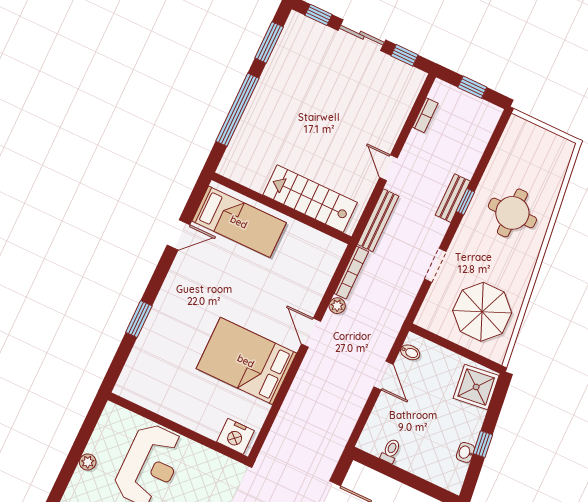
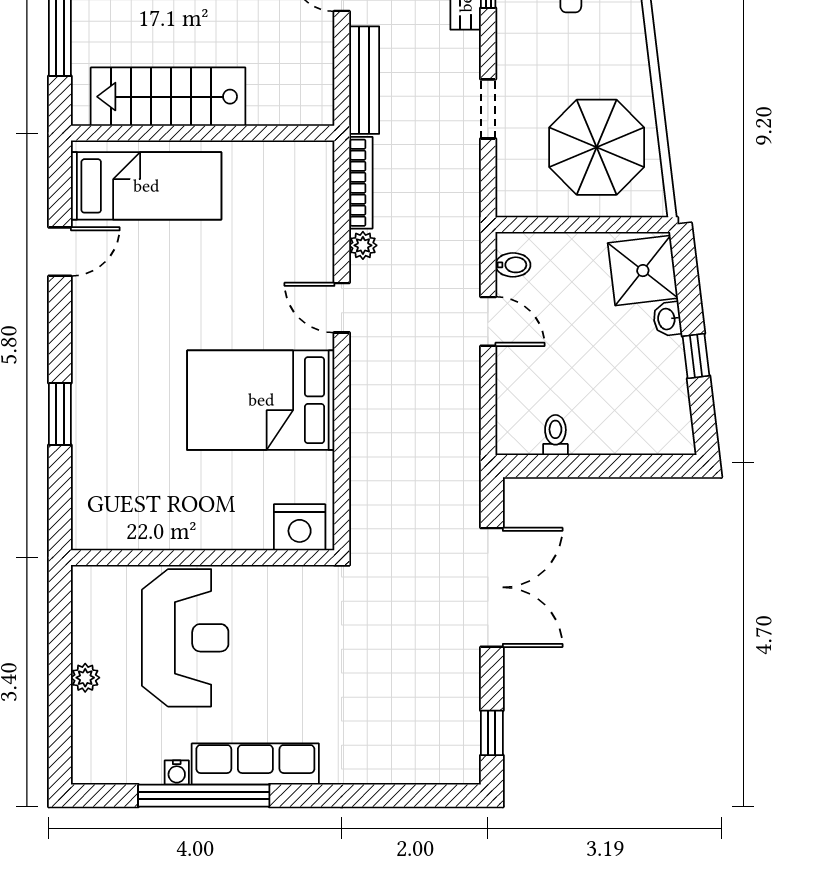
stairs: (310, 199) -> (168, 97), moved
washbasin: (465, 452) -> (667, 319), moved

